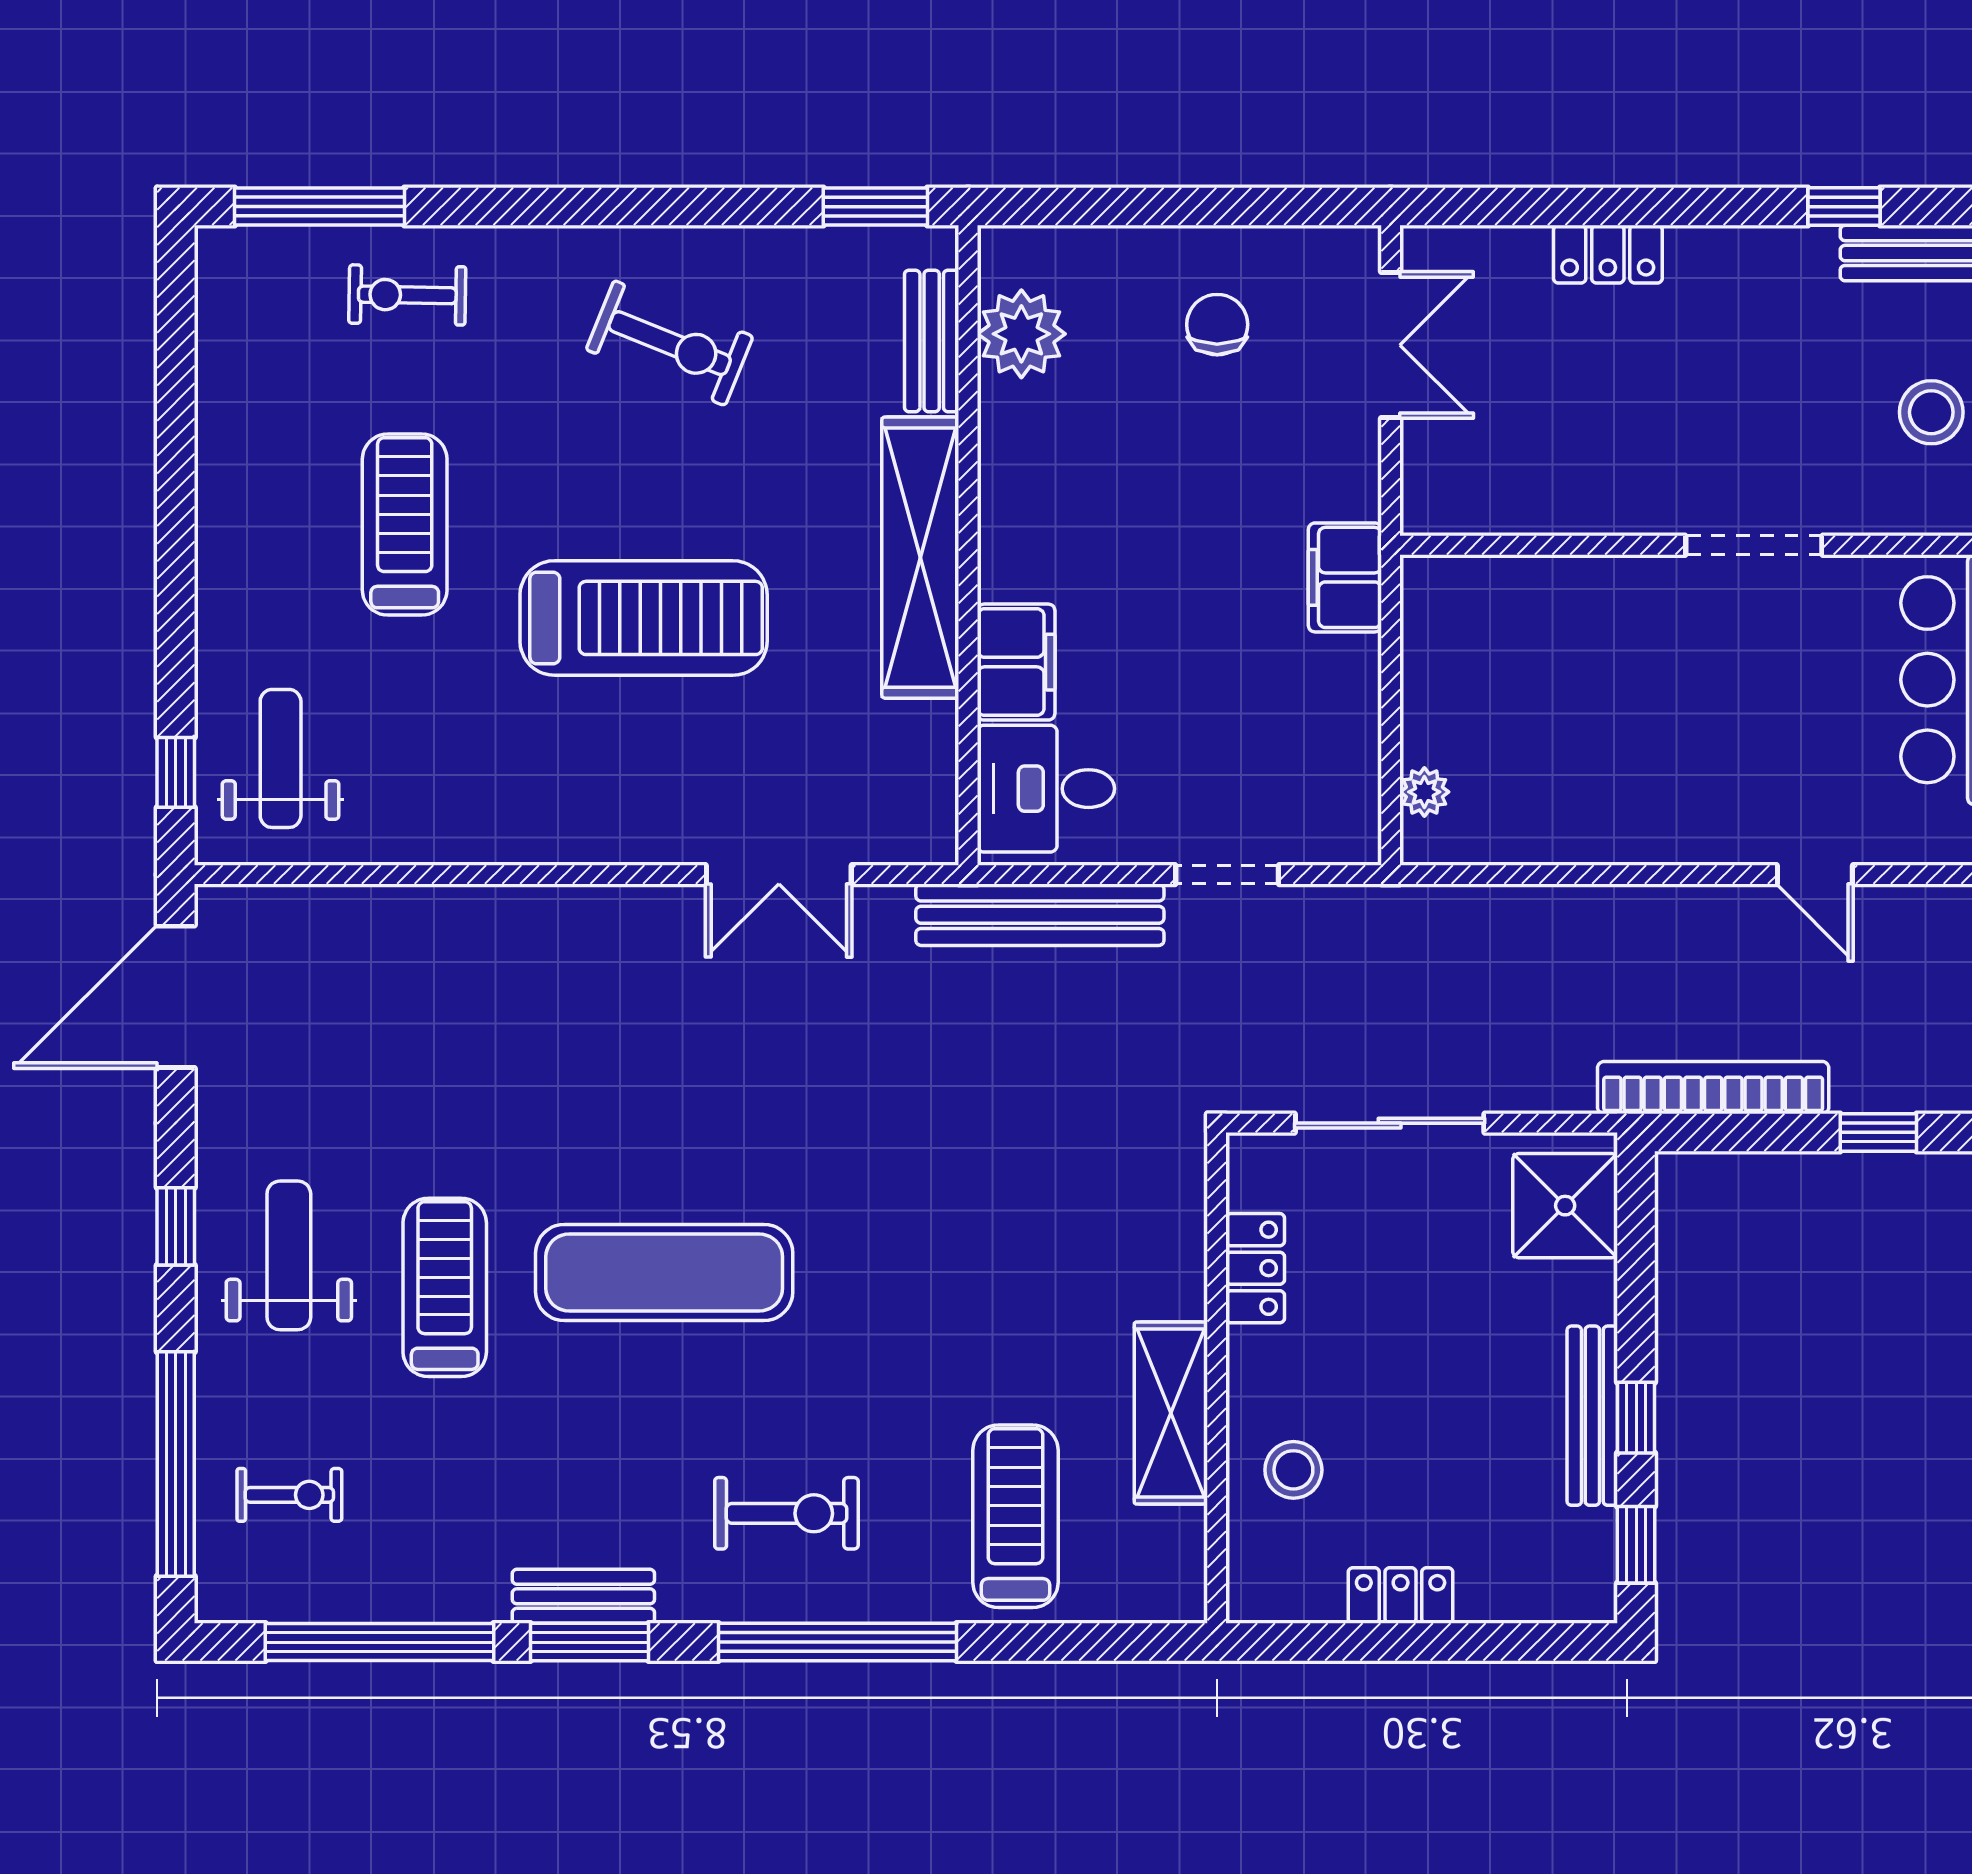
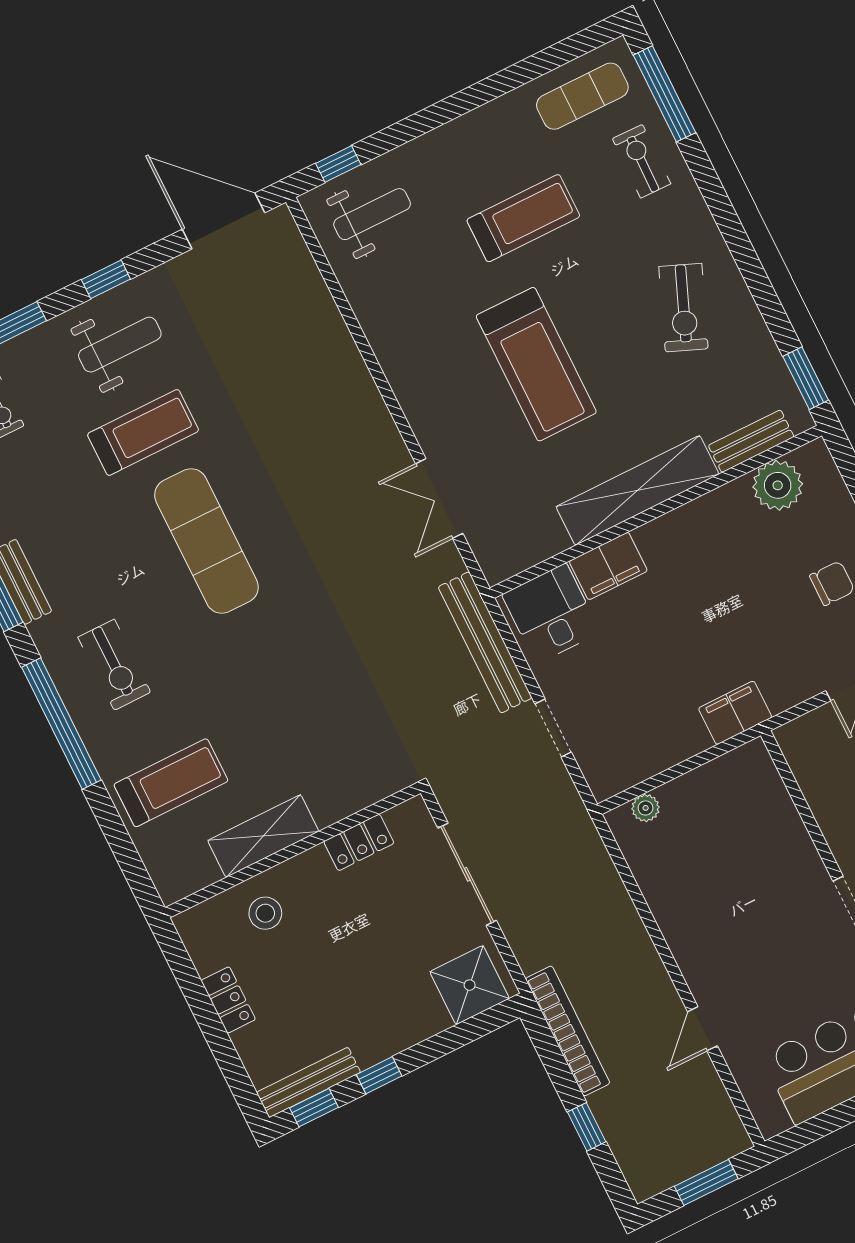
exercise mat: (259, 337) -> (582, 96), added
bench: (1592, 1416) -> (309, 1082), moved

